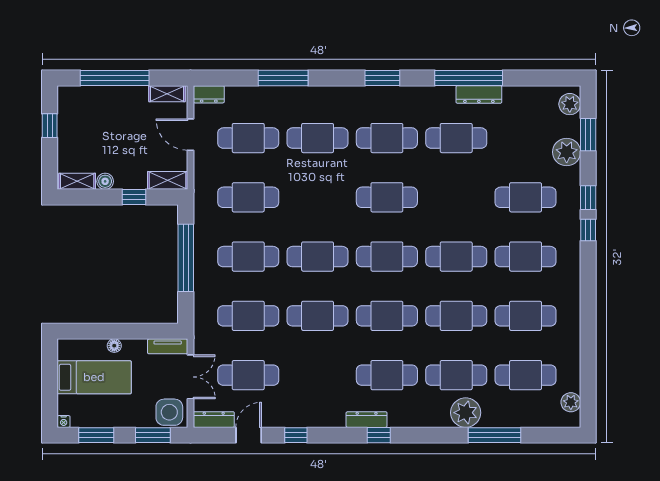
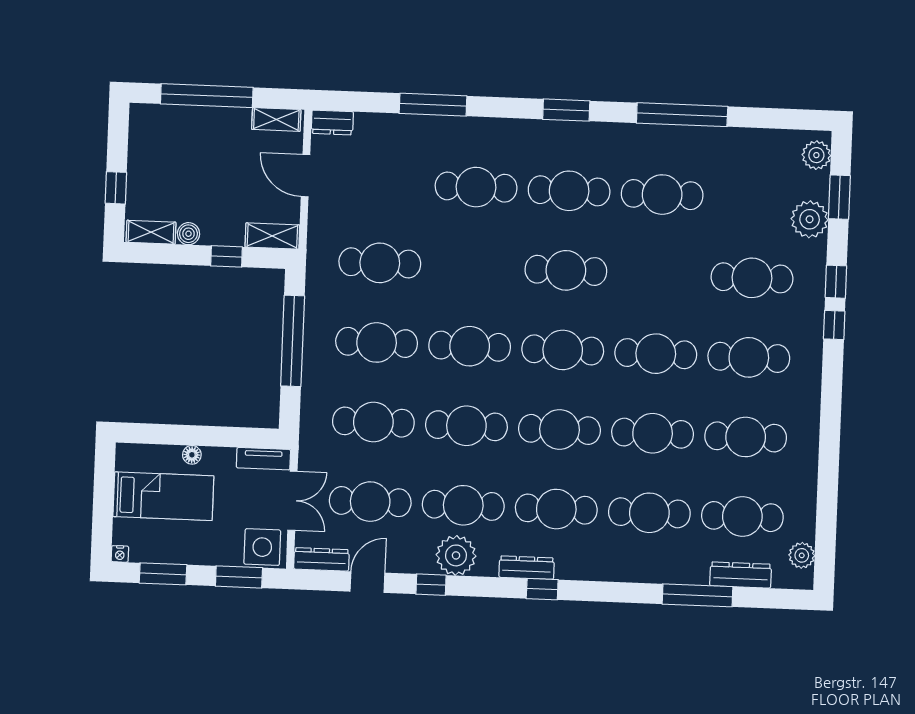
dresser: (479, 94) -> (741, 575), moved, turned 180
window: (50, 126) -> (116, 188), moved
cafe table: (248, 138) -> (463, 505), moved
plant: (466, 413) -> (456, 555), moved

